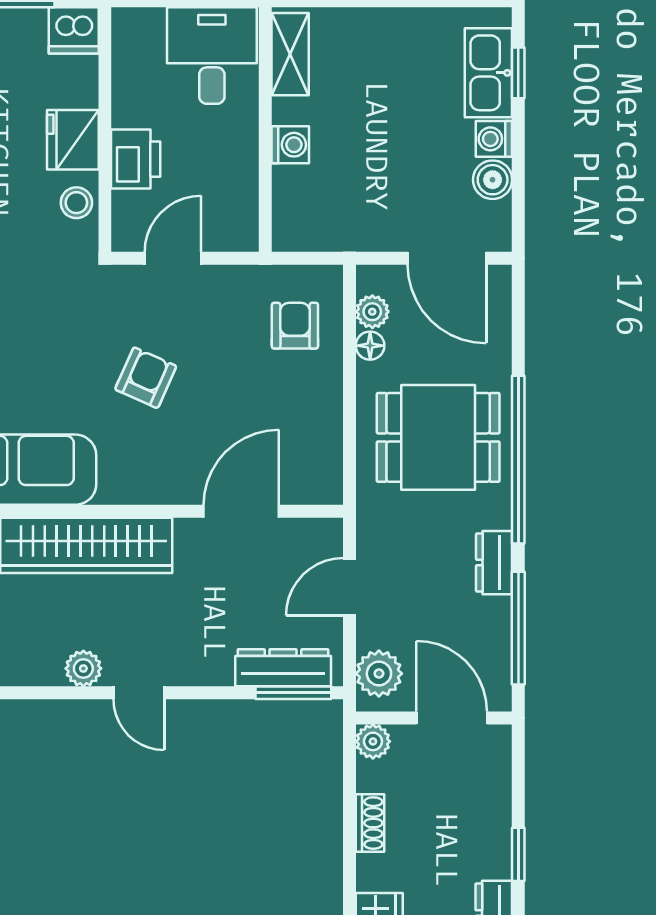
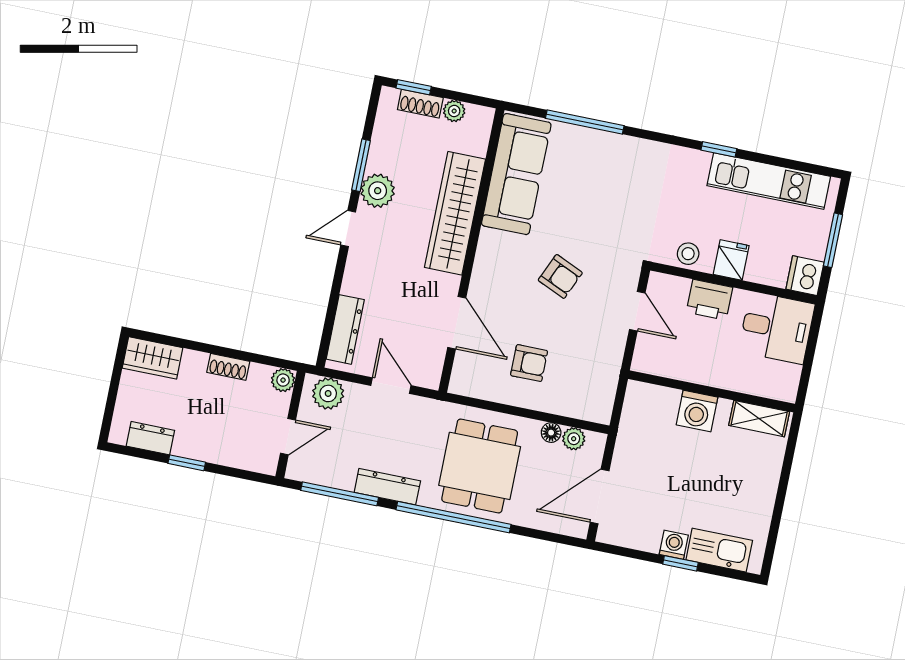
desk: (212, 56) -> (777, 328), moved
window: (518, 73) -> (680, 563), moved
fridge: (73, 140) -> (731, 260), width x0.72
washing machine: (290, 145) -> (697, 411), width x1.38, depth x1.38
boiler: (493, 180) -> (646, 538), removed
armchair: (295, 326) -> (529, 363), moved
dresser: (494, 563) -> (387, 487), width x1.44
plant: (83, 668) -> (378, 191), width x1.38, depth x1.38
window: (293, 693) -> (361, 165), moved
door: (452, 718) -> (288, 437), width x0.73

